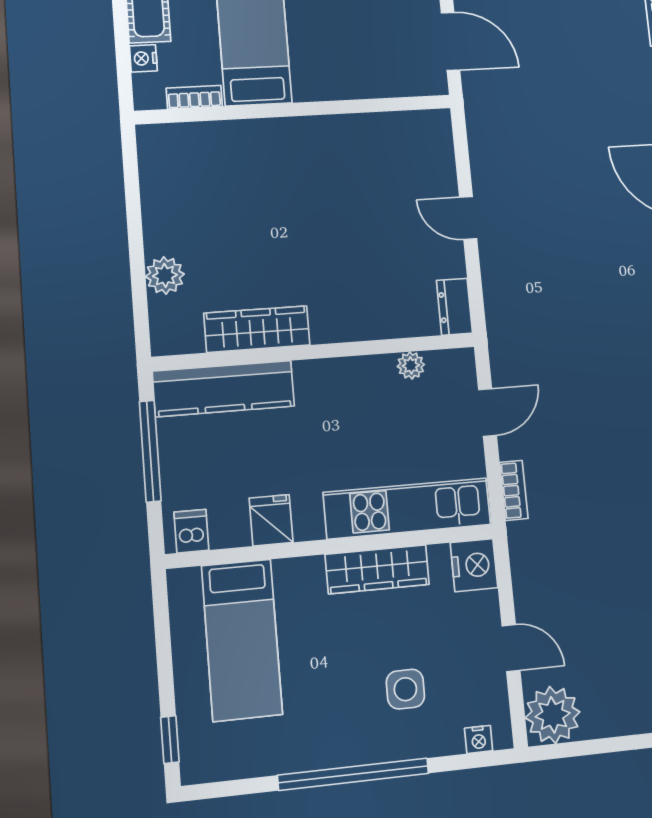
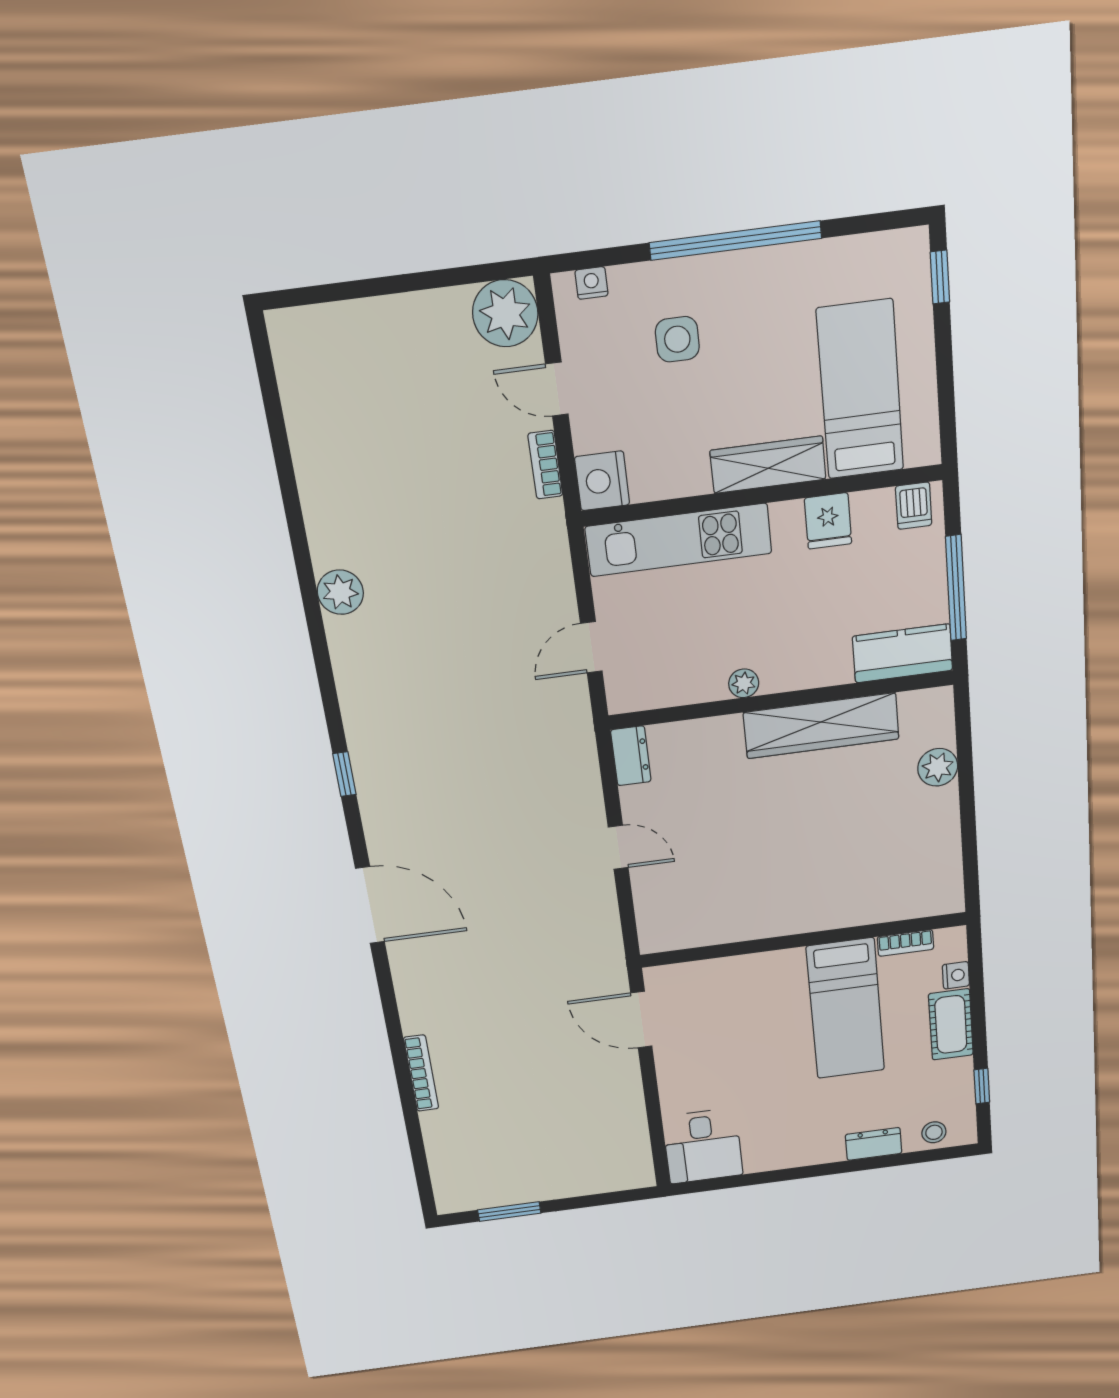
wardrobe: (257, 329) -> (821, 726), width x1.40, depth x1.17
plant: (411, 365) -> (744, 683), moved
kitchen counter: (224, 389) -> (903, 653), width x0.67
bookcase: (514, 490) -> (545, 465), moved
wardrobe: (377, 569) -> (768, 465), moved

